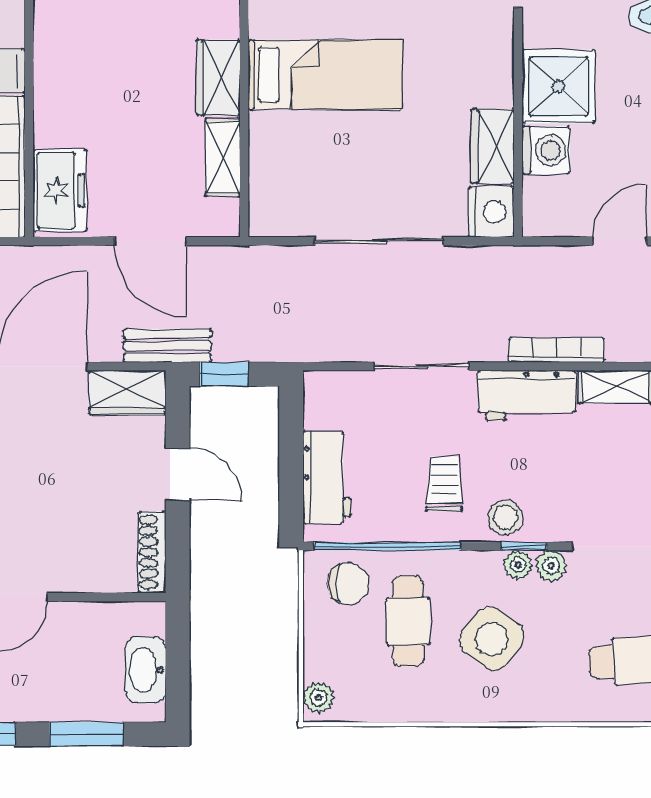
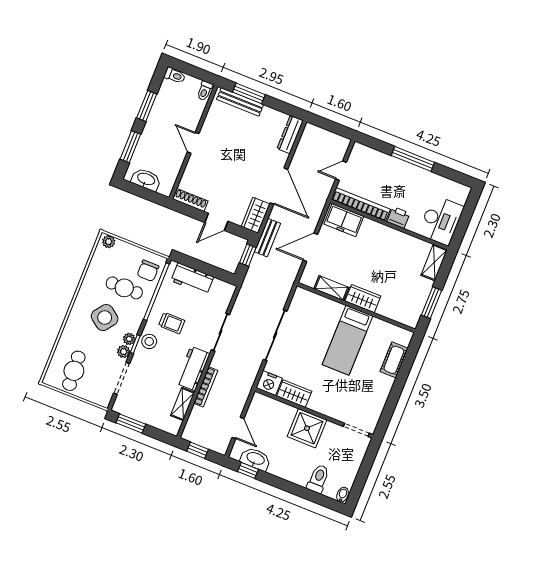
washing machine: (546, 150) -> (285, 414), removed

